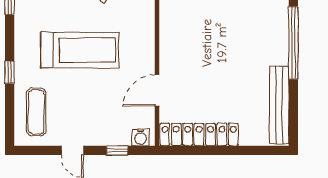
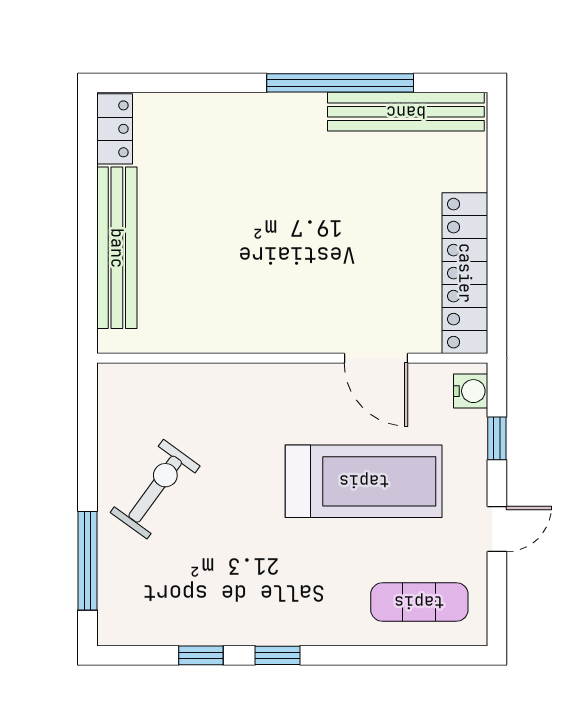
window: (293, 43) -> (340, 83), moved
treadmill: (80, 50) -> (364, 481), moved, turned 90
window: (10, 72) -> (277, 655), moved

